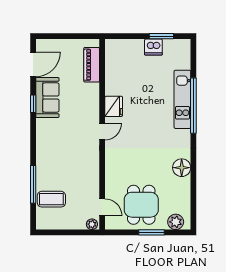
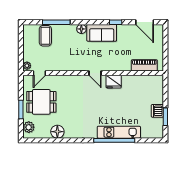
sofa: (47, 98) -> (102, 33), moved
floor lamp: (42, 150) -> (81, 29), added
floor lamp: (182, 168) -> (57, 132), moved

